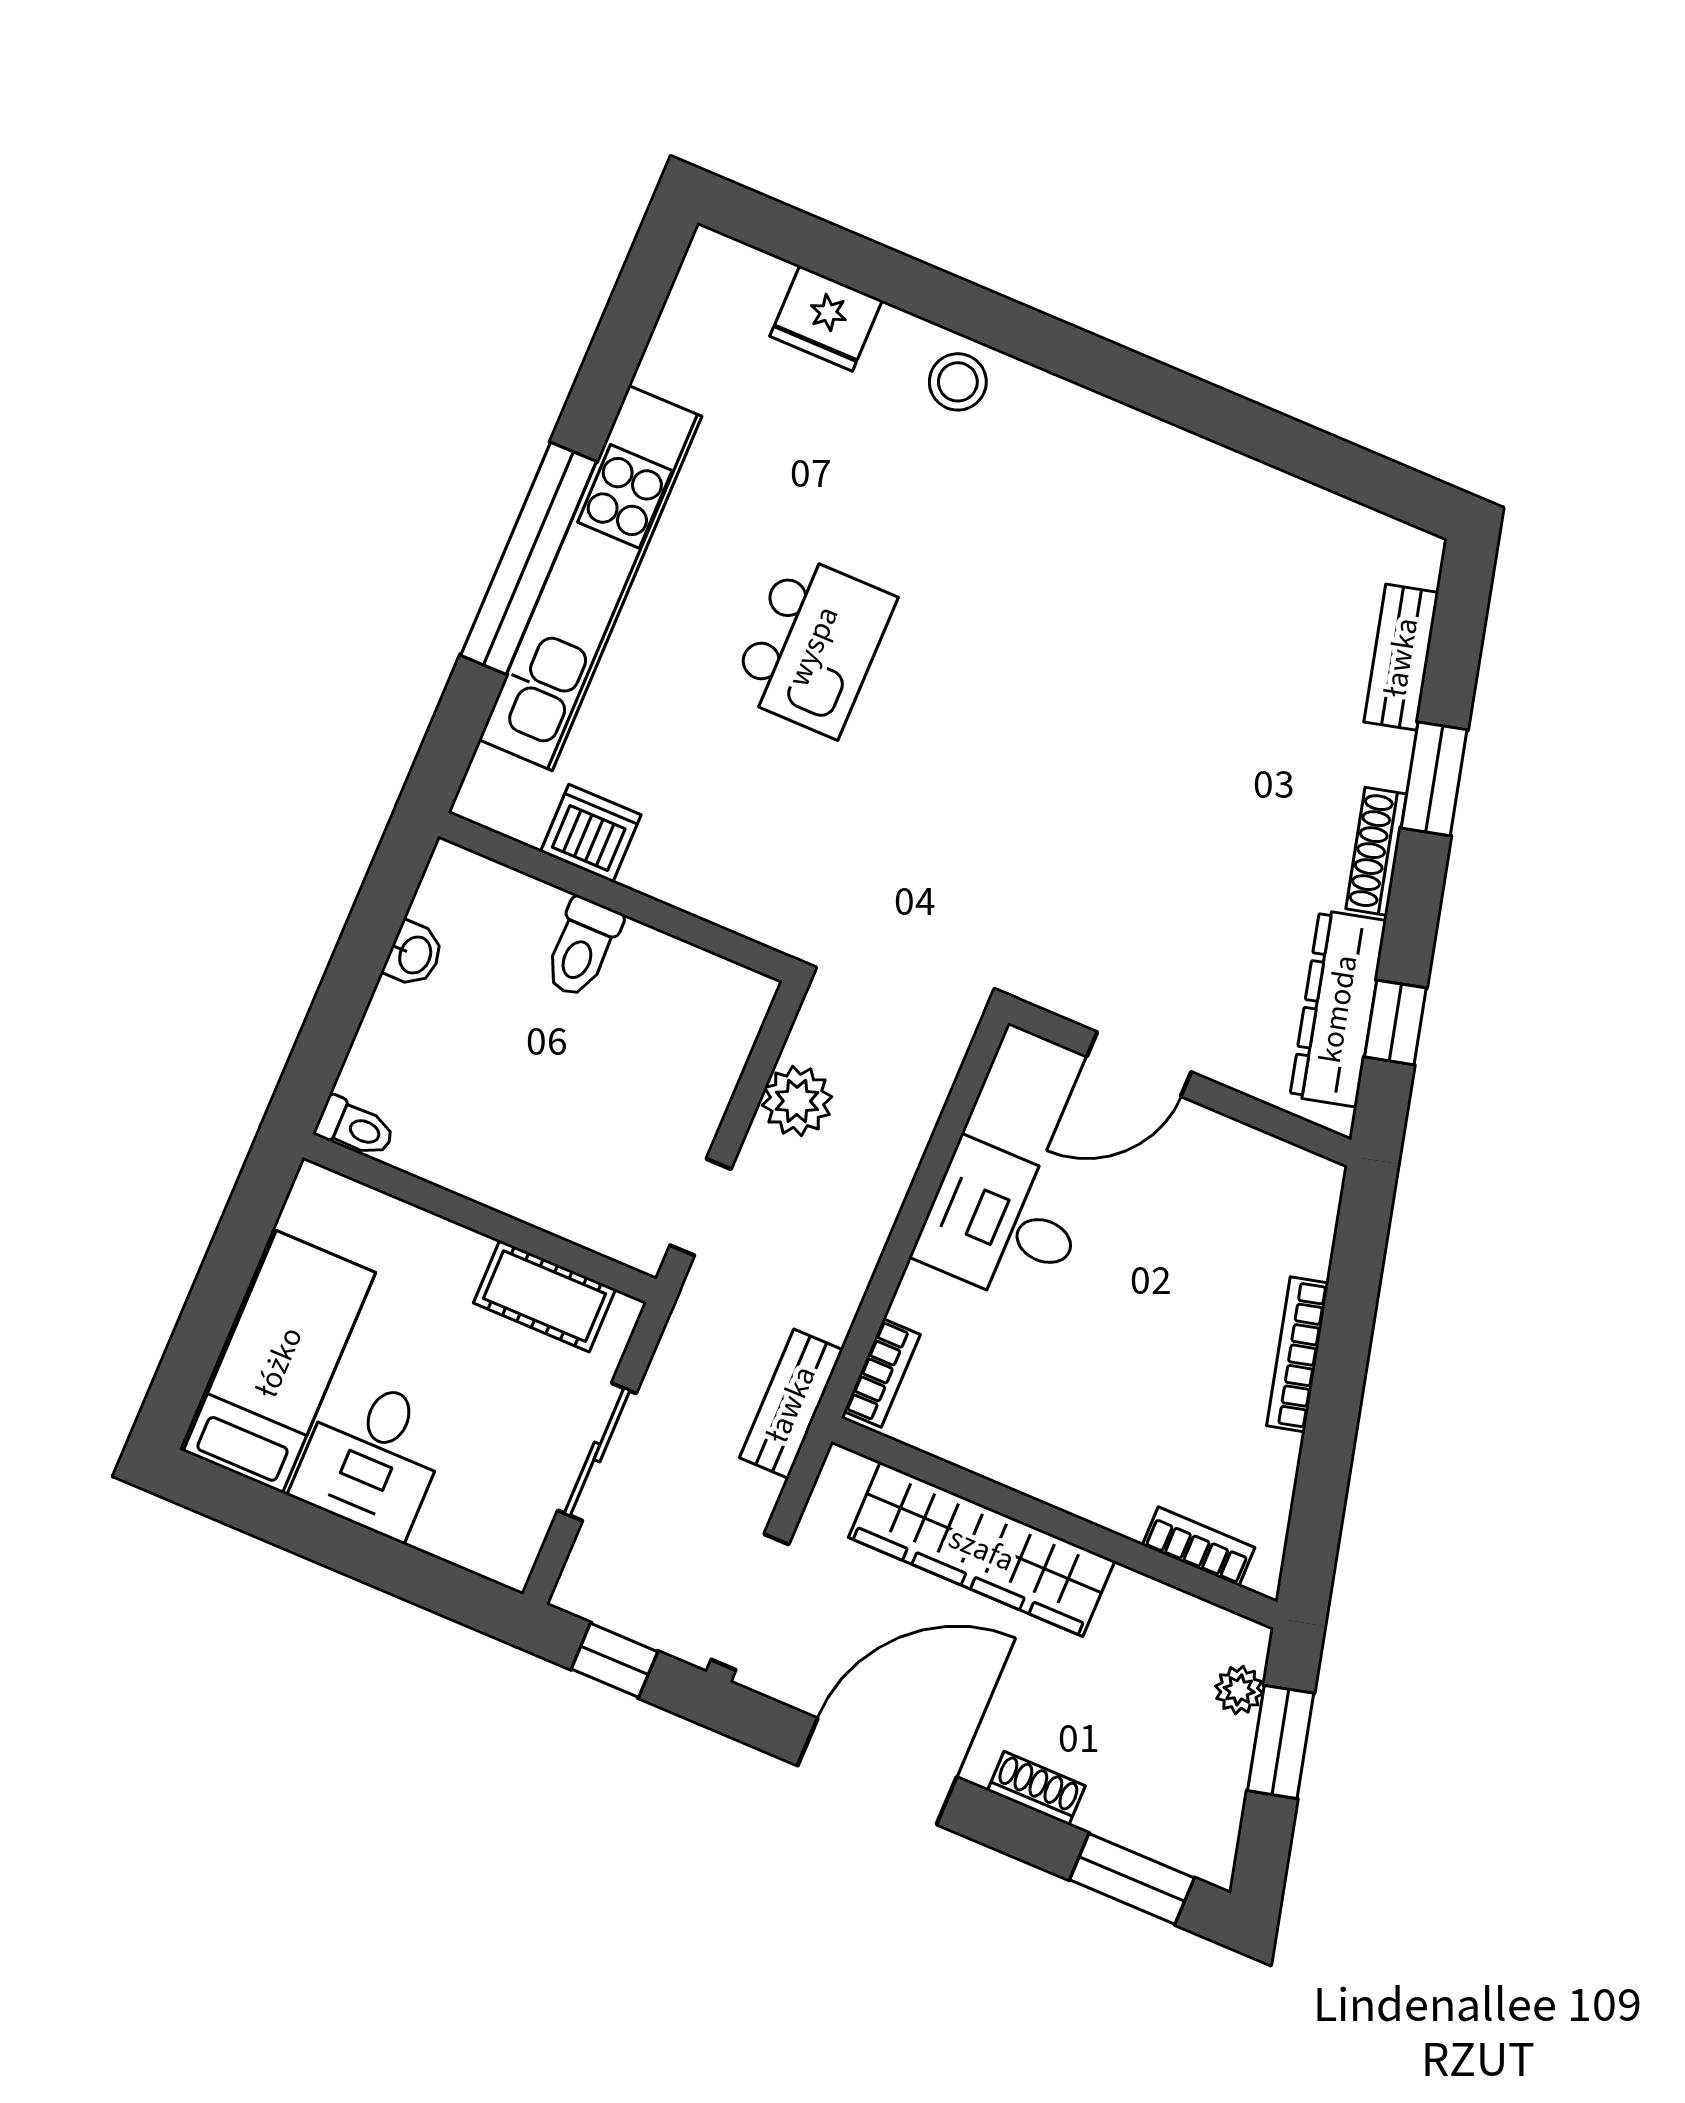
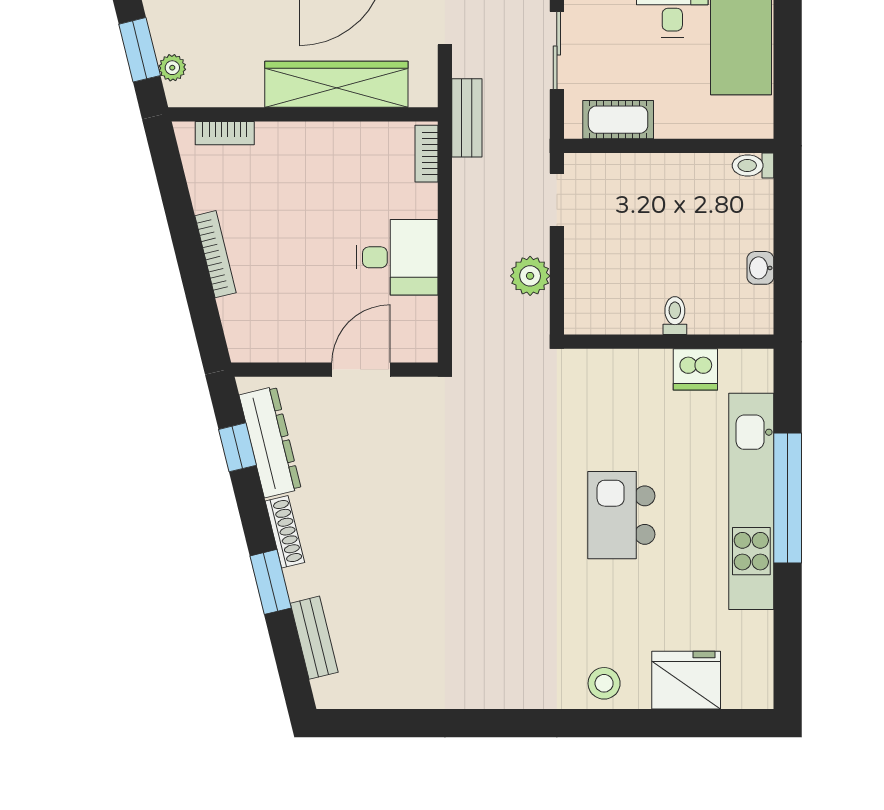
fridge: (826, 318) -> (686, 680), width x1.36, depth x1.34
toilet: (582, 948) -> (675, 316), width x0.73, depth x0.72

